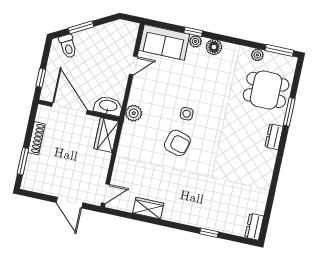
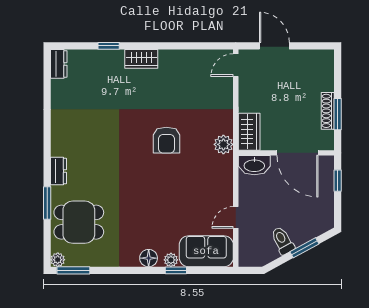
toilet: (68, 46) -> (283, 241), moved
plant: (257, 55) -> (58, 260), moved
plant: (134, 113) -> (223, 144), moved
side table: (187, 114) -> (163, 176), removed
armchair: (177, 143) -> (166, 140), turned -105
window: (23, 161) -> (338, 114), moved
wardrobe: (148, 208) -> (141, 59), moved

